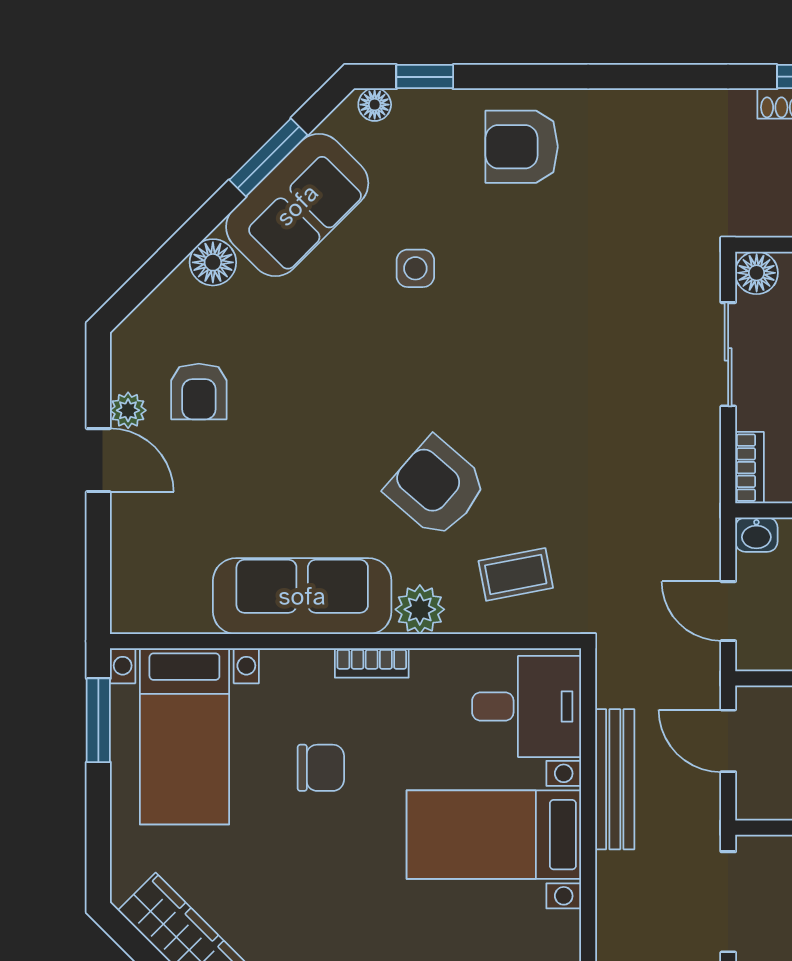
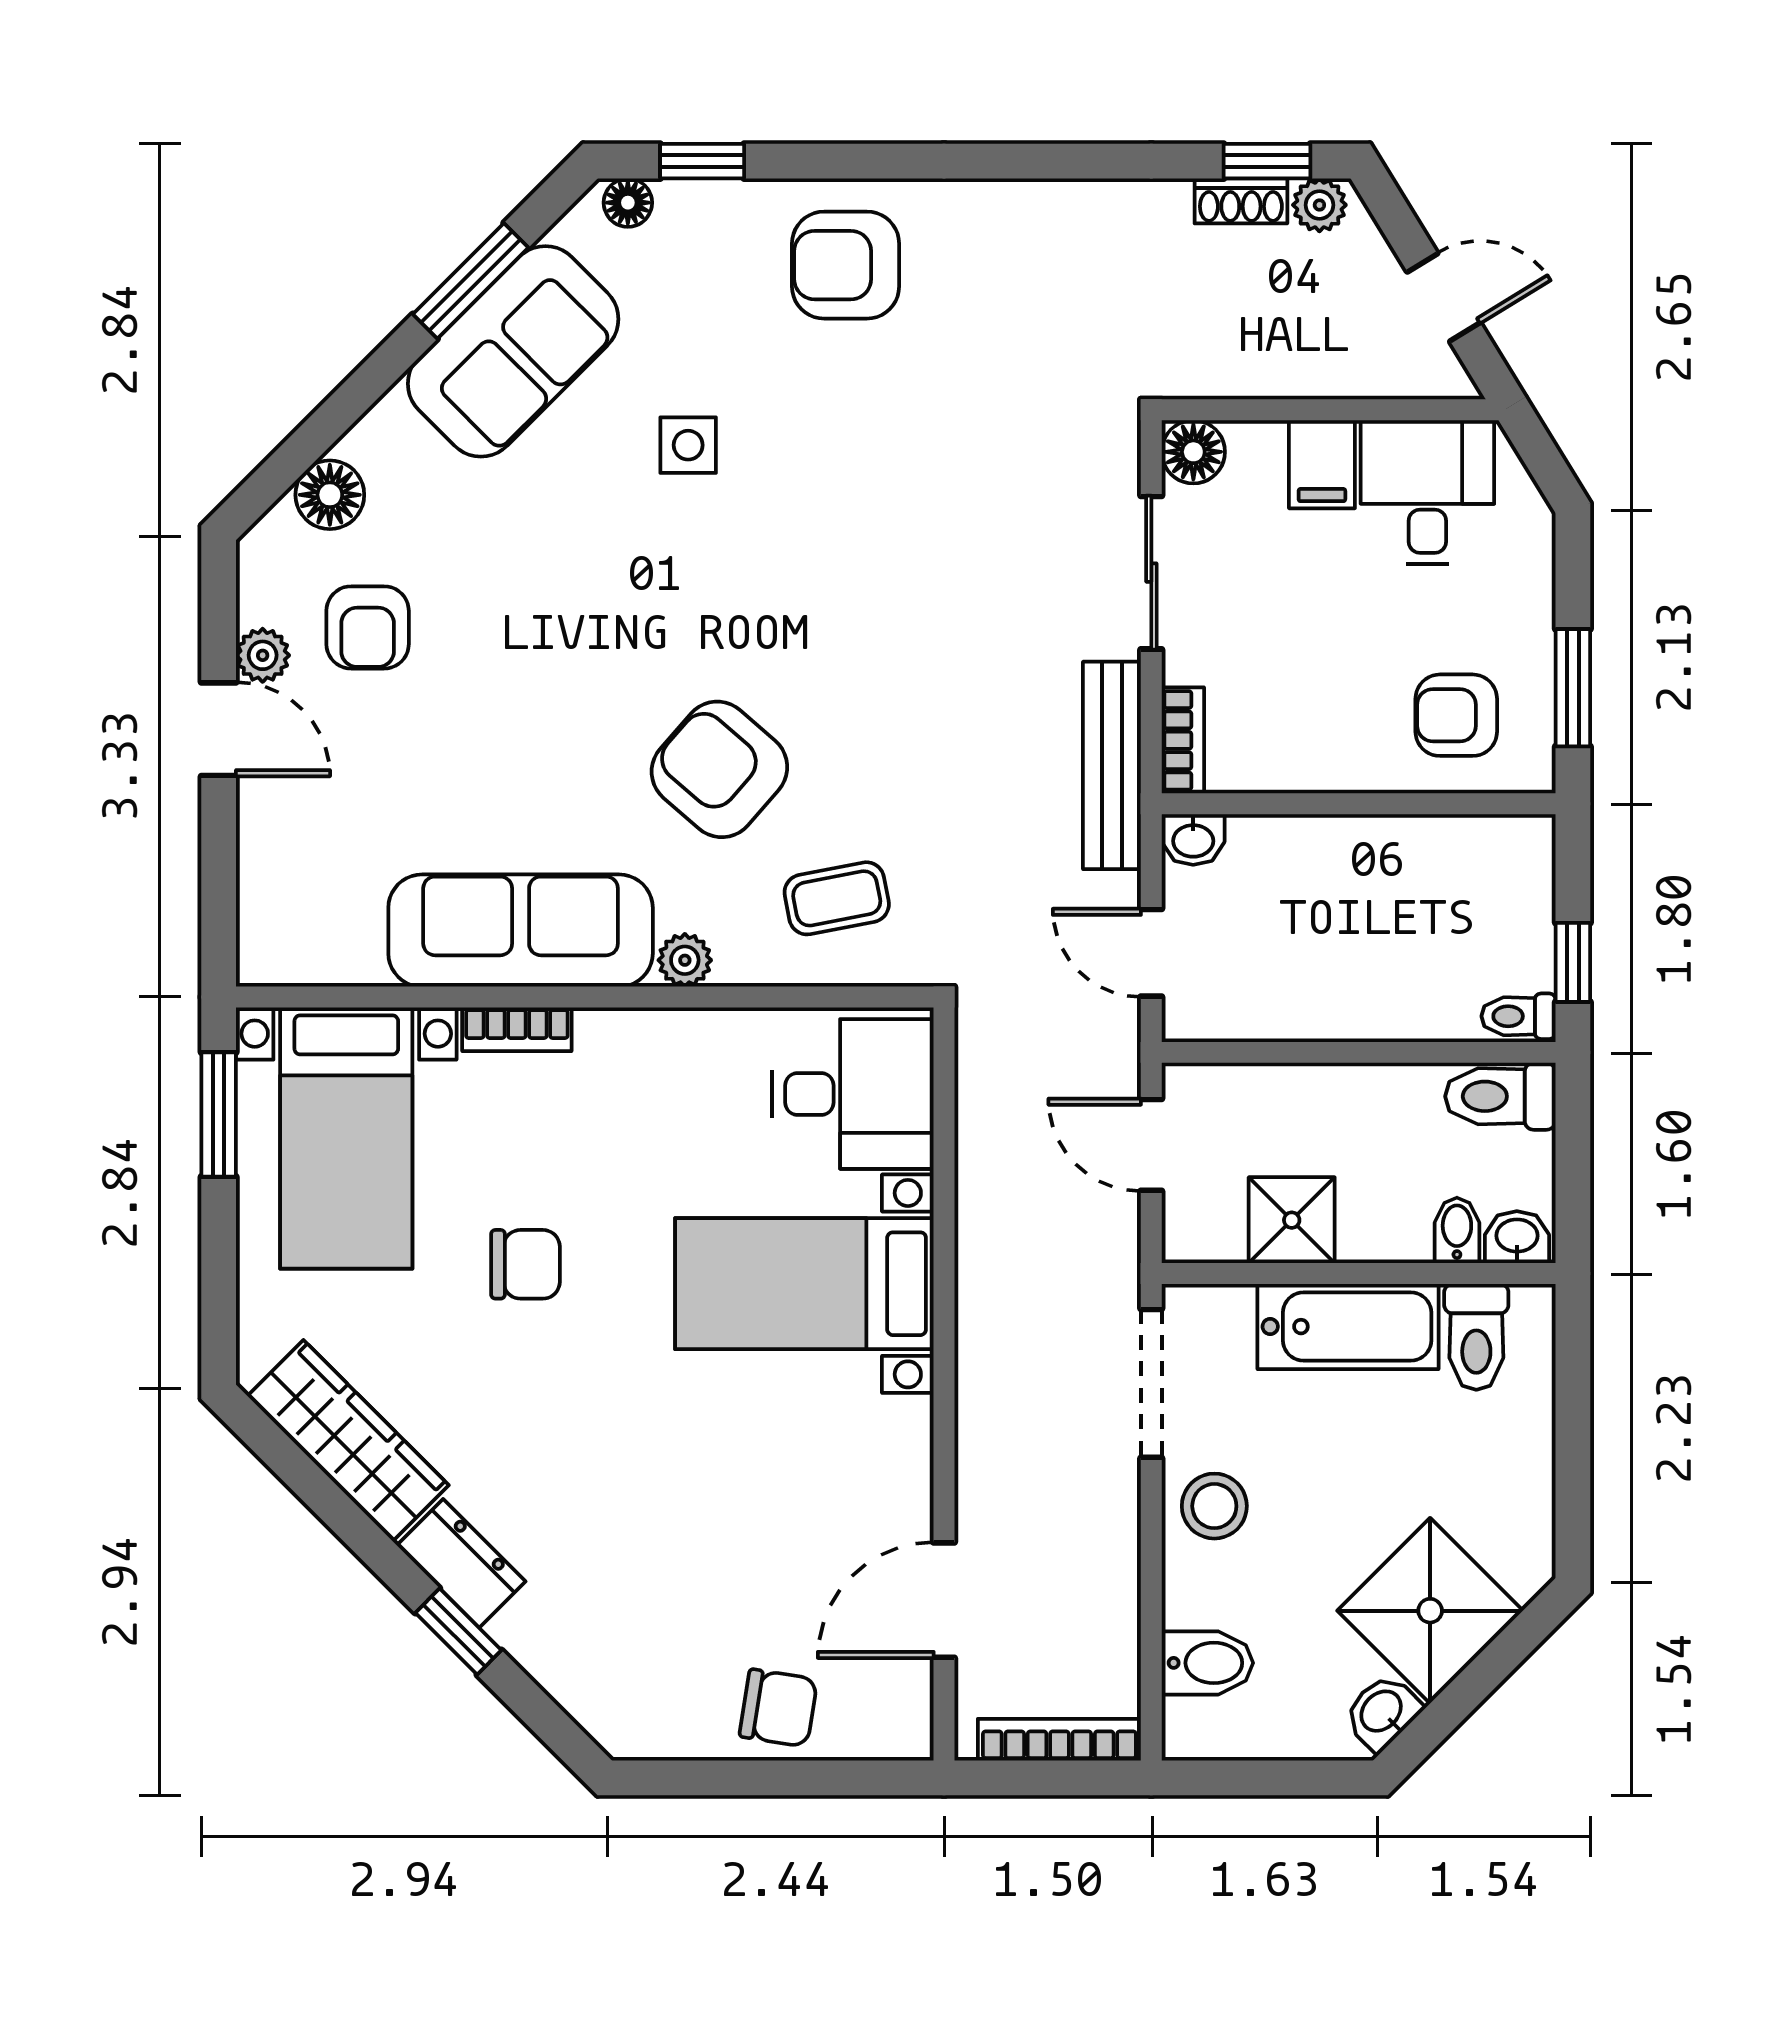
floor lamp: (213, 262) -> (330, 495), moved
plant: (420, 609) -> (685, 960), width x0.73, depth x0.73
bookcase: (372, 663) -> (517, 1029), moved
chair: (321, 768) -> (525, 1264), moved
bench: (615, 779) -> (1112, 765), moved

